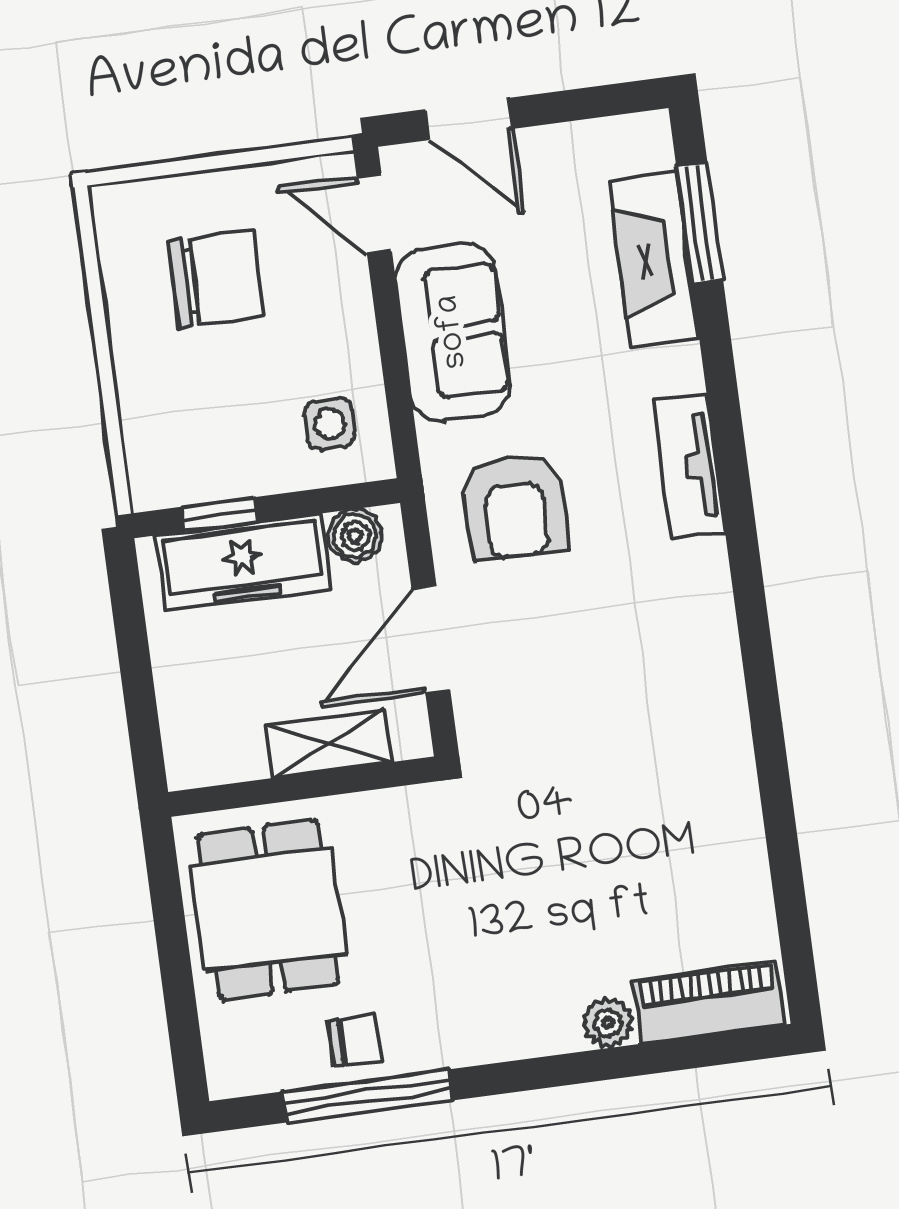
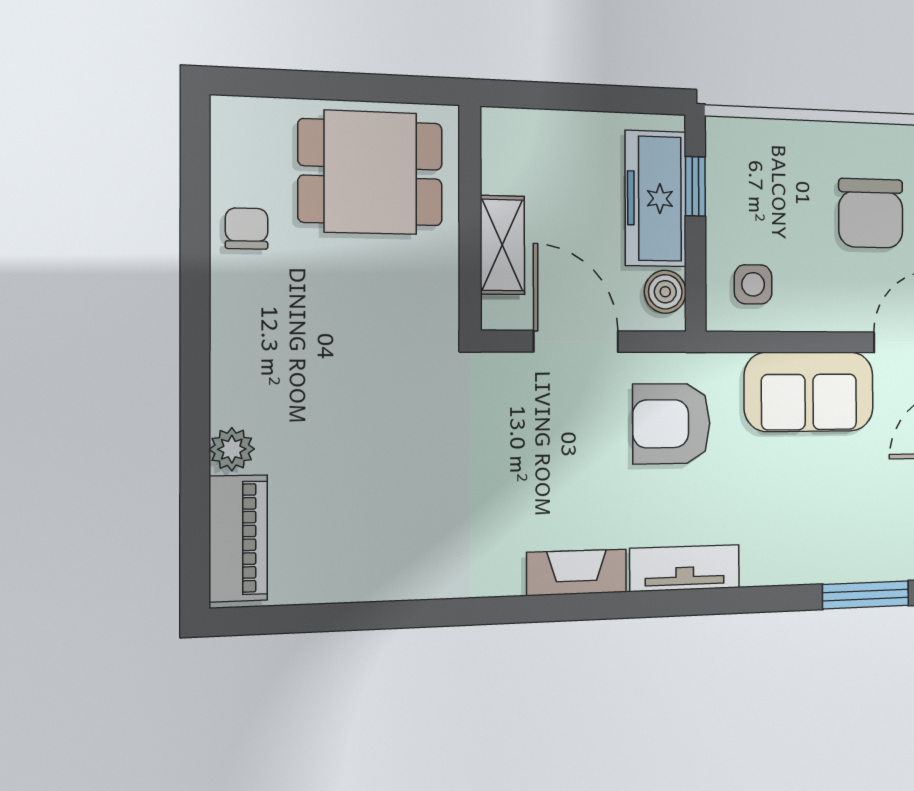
fireplace: (654, 260) -> (577, 572), moved, width x0.73, depth x0.76
chair: (355, 1040) -> (247, 229), turned 180
window: (368, 1096) -> (195, 232), removed

